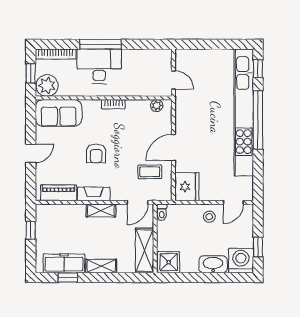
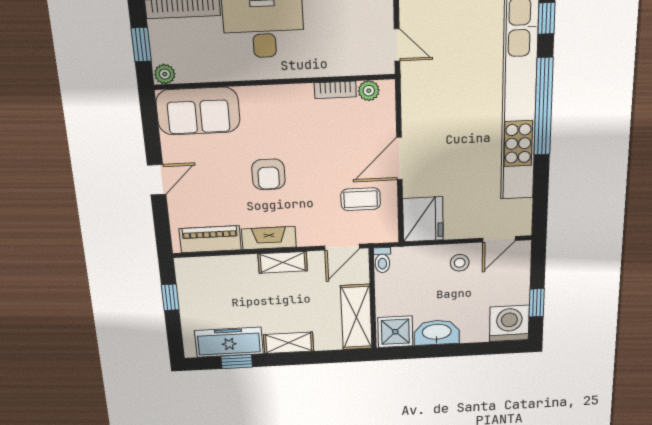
plant: (47, 86) -> (165, 74), width x0.53, depth x0.53
bookcase: (113, 104) -> (335, 90), moved
washbasin: (213, 264) -> (437, 332), moved

